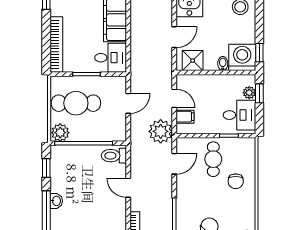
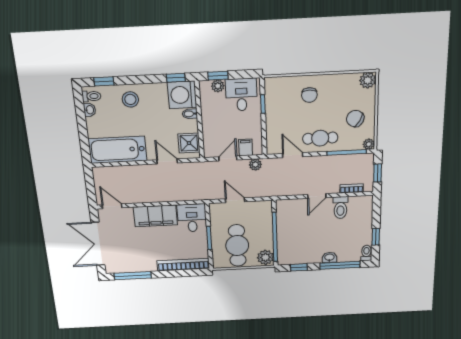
plant: (161, 131) -> (255, 165), width x0.53, depth x0.53
toilet: (114, 156) -> (340, 208), moved
cafe table: (213, 159) -> (320, 138), moved
chair: (236, 181) -> (309, 95), turned 90

